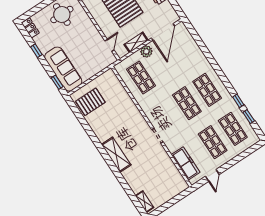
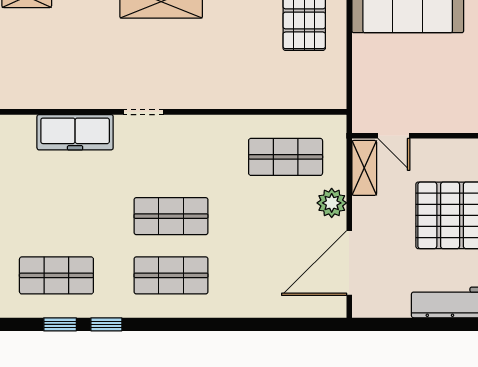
door: (163, 32) -> (349, 263), hinge flipped
shelving: (136, 42) -> (364, 168), moved
shop shelf: (213, 142) -> (56, 216), removed
freezer: (186, 163) -> (75, 132), moved

